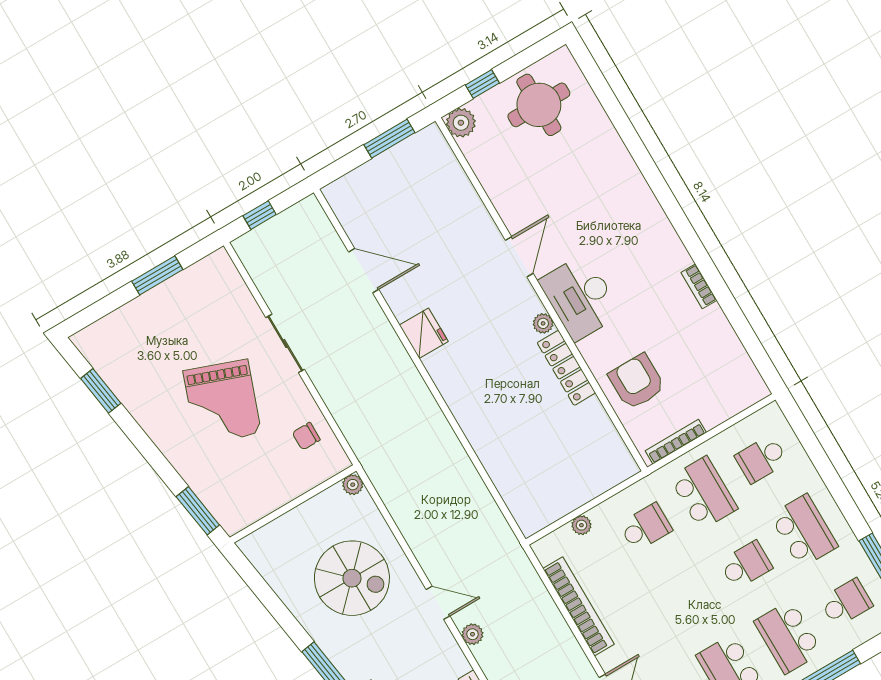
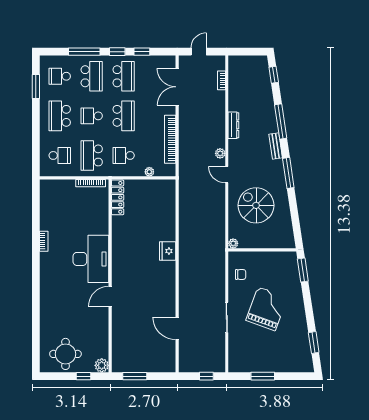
desk: (580, 297) -> (91, 259), width x1.36, depth x1.30
plant: (543, 323) -> (116, 264), removed
fridge: (424, 333) -> (168, 251), moved
locker: (566, 368) -> (118, 197), moved
armchair: (637, 382) -> (92, 217), removed
school desk: (688, 599) -> (124, 116), added

